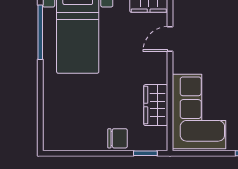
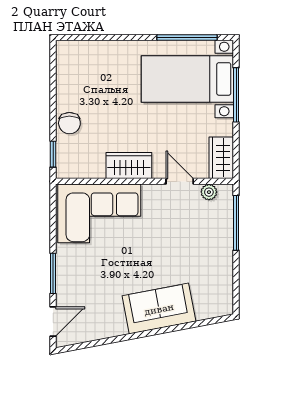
plant: (180, 13) -> (209, 192), added
wardrobe: (156, 105) -> (129, 165), moved

